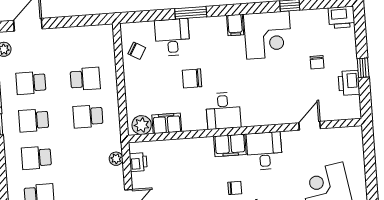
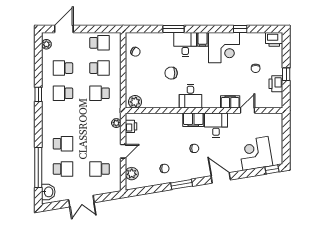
desk: (172, 37) -> (185, 44), moved
filing cabinet: (167, 123) -> (230, 102), moved
school desk: (36, 158) -> (100, 43), moved, turned 180

